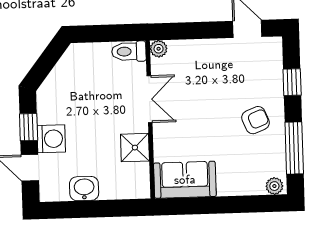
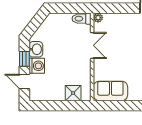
shower: (135, 148) -> (73, 93), moved
washbasin: (84, 189) -> (36, 49), moved, turned 90

